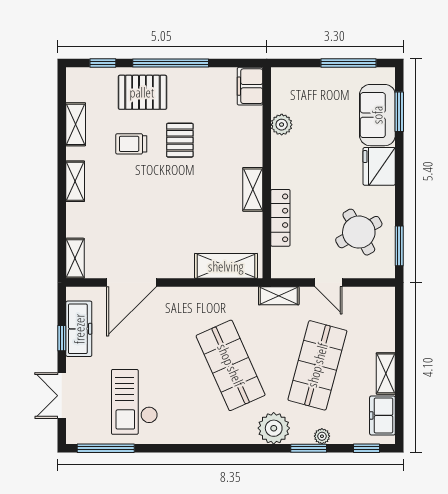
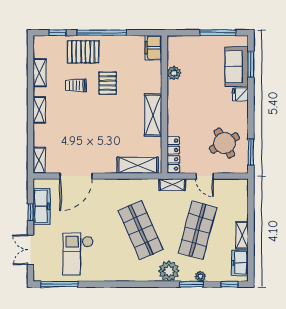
fridge: (379, 166) -> (240, 94), width x0.53, depth x0.75
shelving: (253, 189) -> (153, 115), width x1.50, depth x1.33
locker: (280, 218) -> (173, 155), moved

